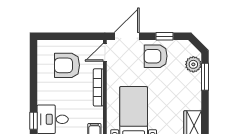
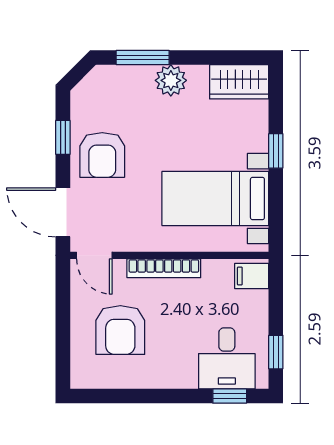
plant: (193, 64) -> (171, 80), moved

